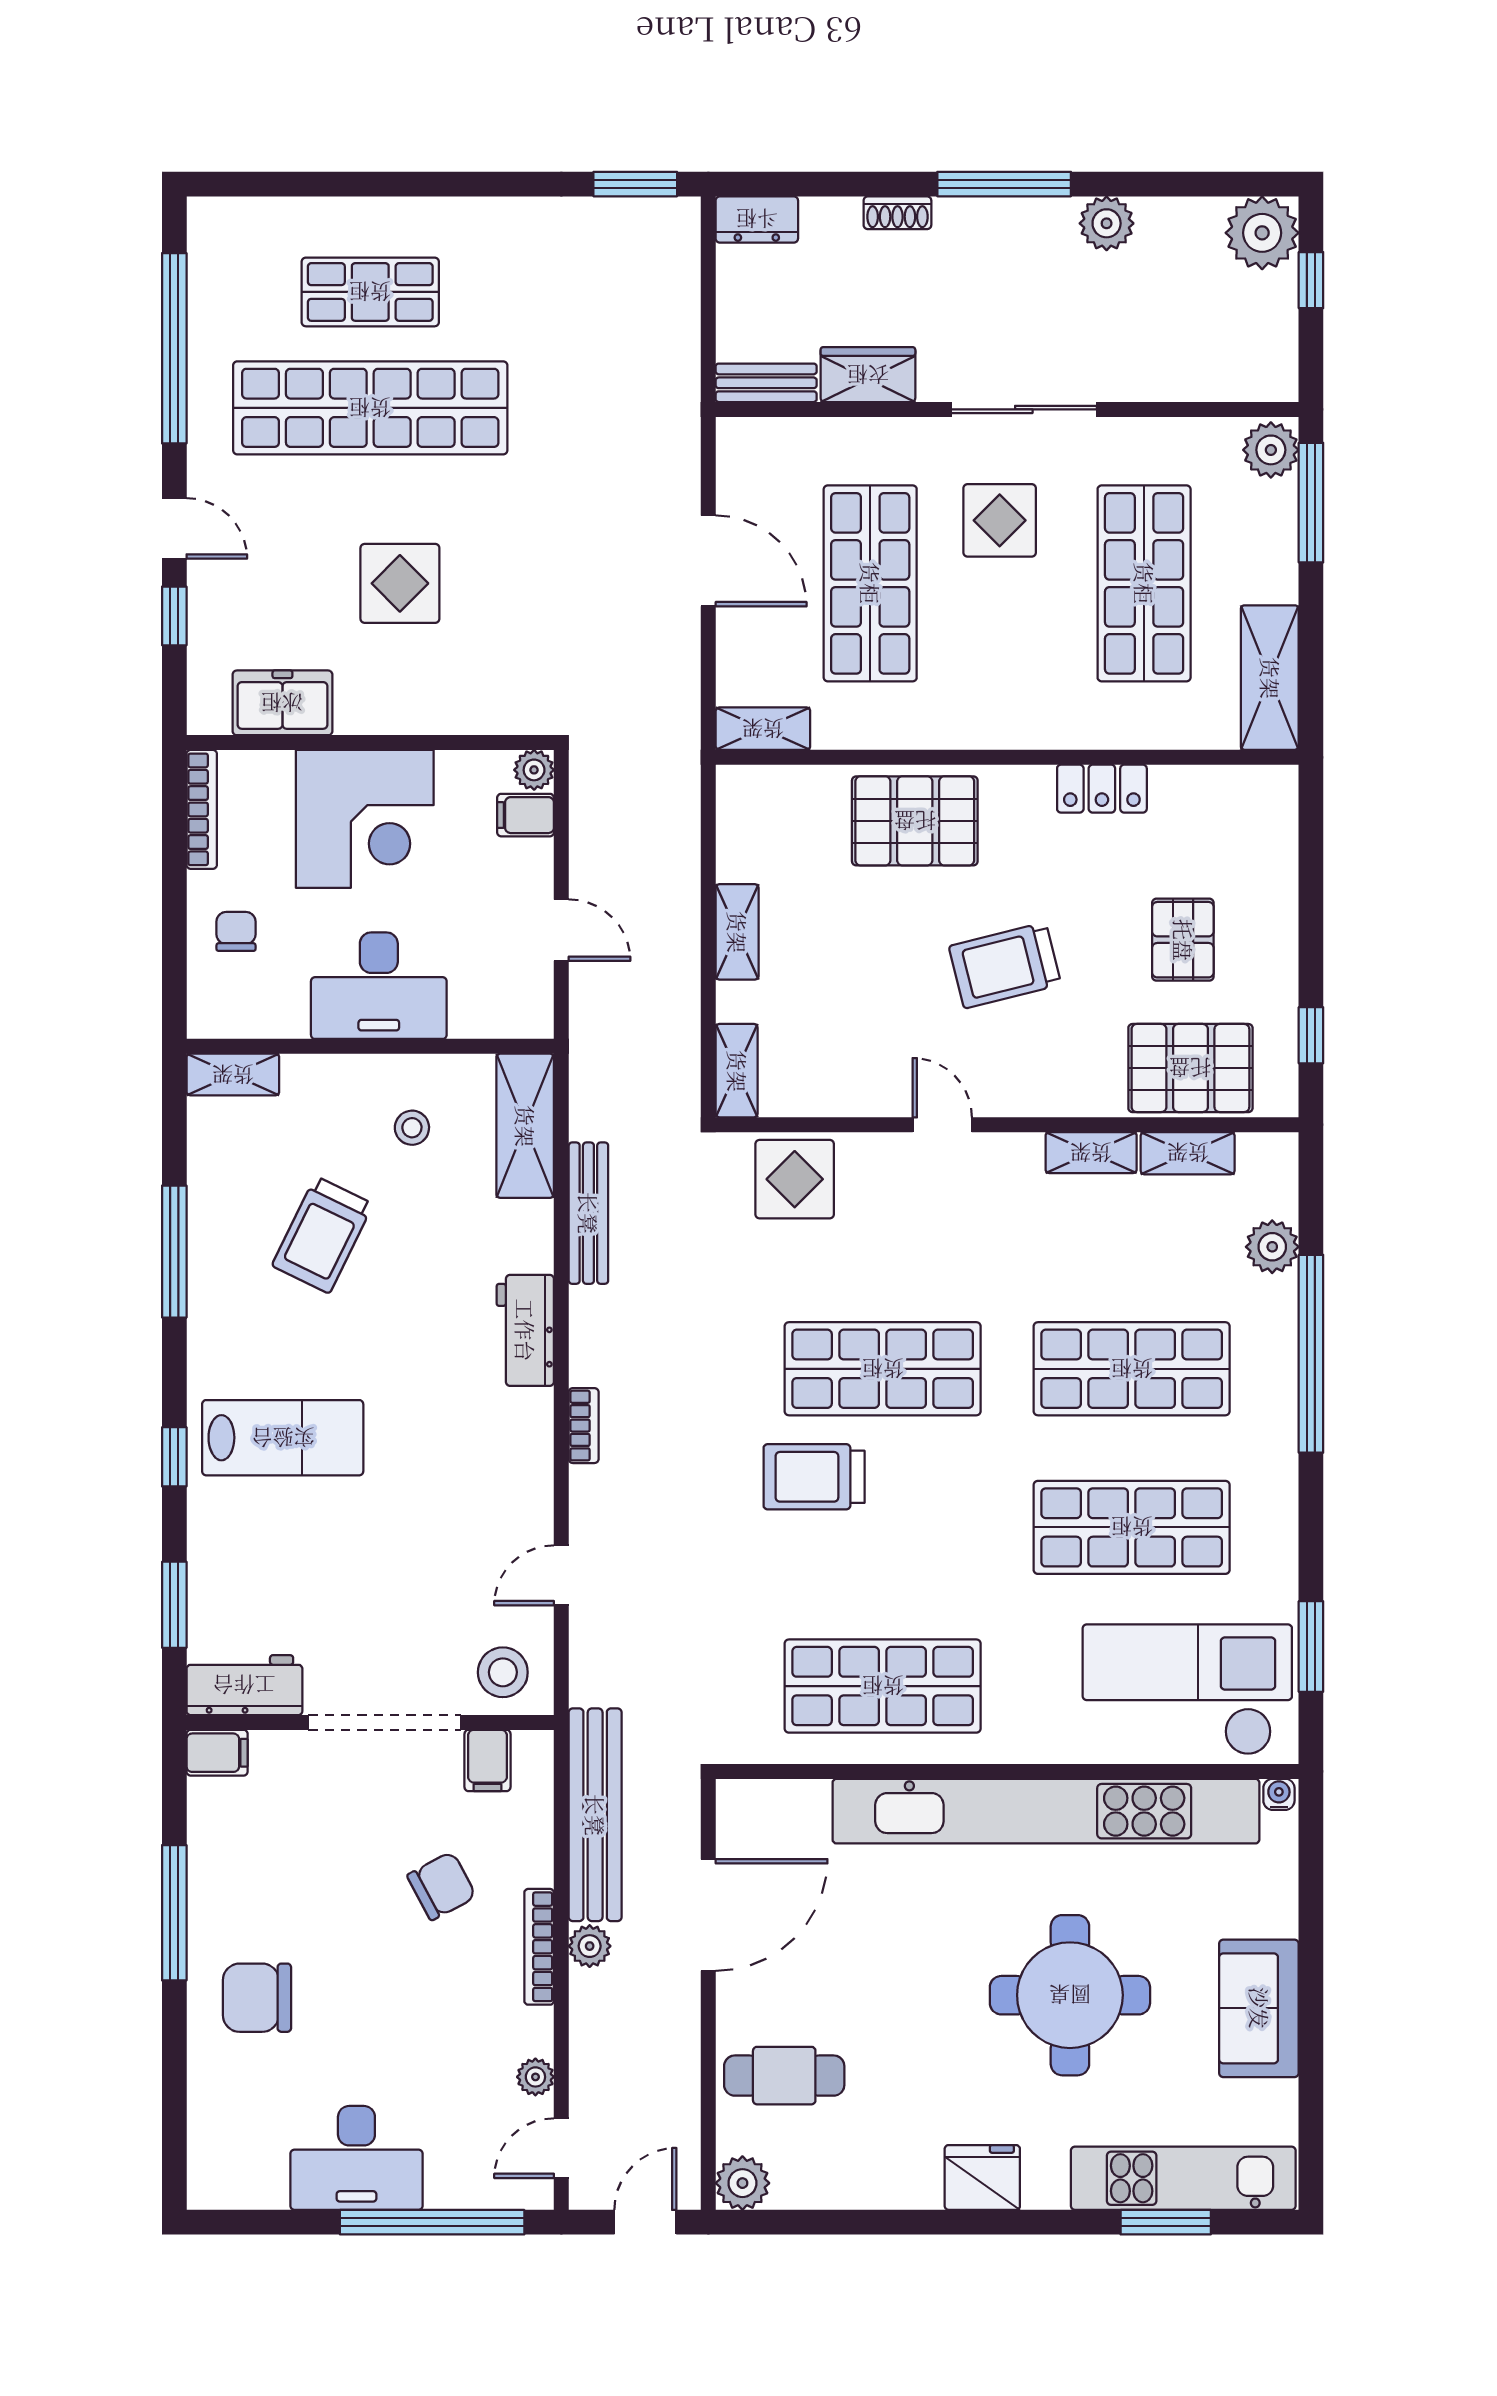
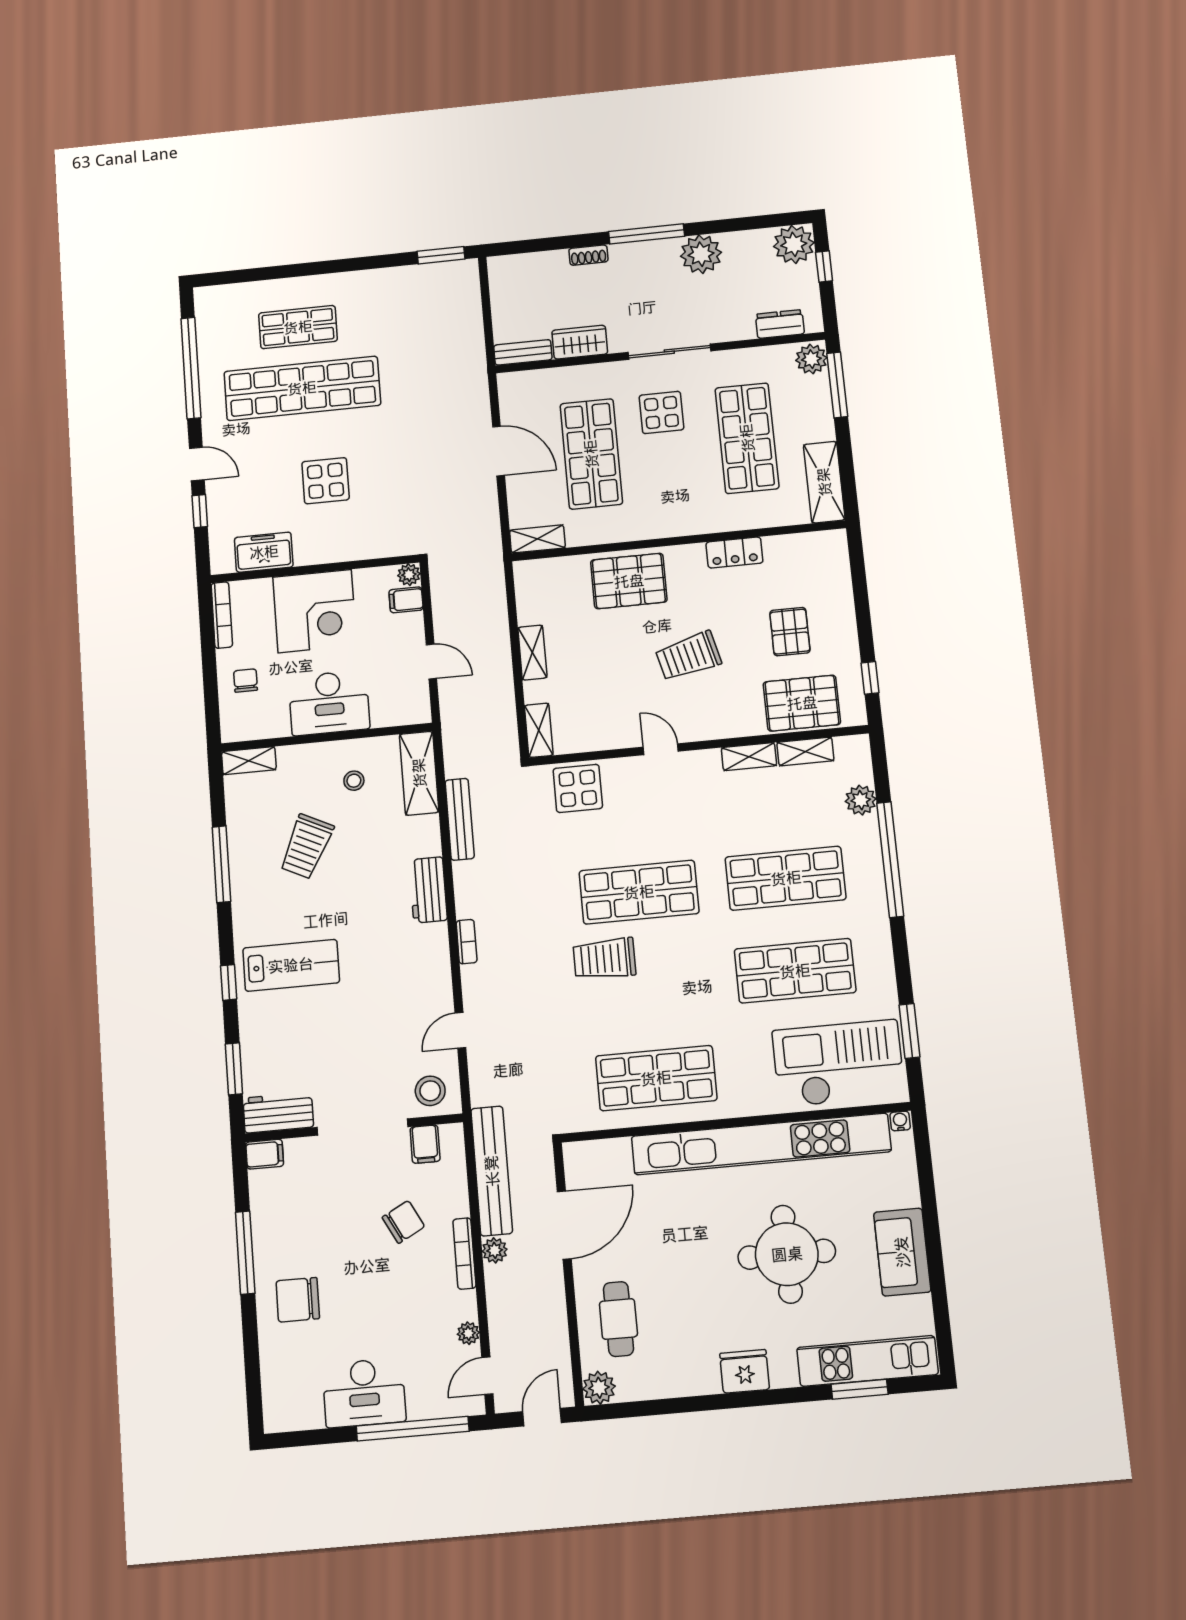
dresser: (757, 219) -> (780, 324), moved, turned 180
plant: (1107, 223) -> (701, 254), width x1.36, depth x1.36
cafe table: (784, 2076) -> (618, 1319), turned 90

